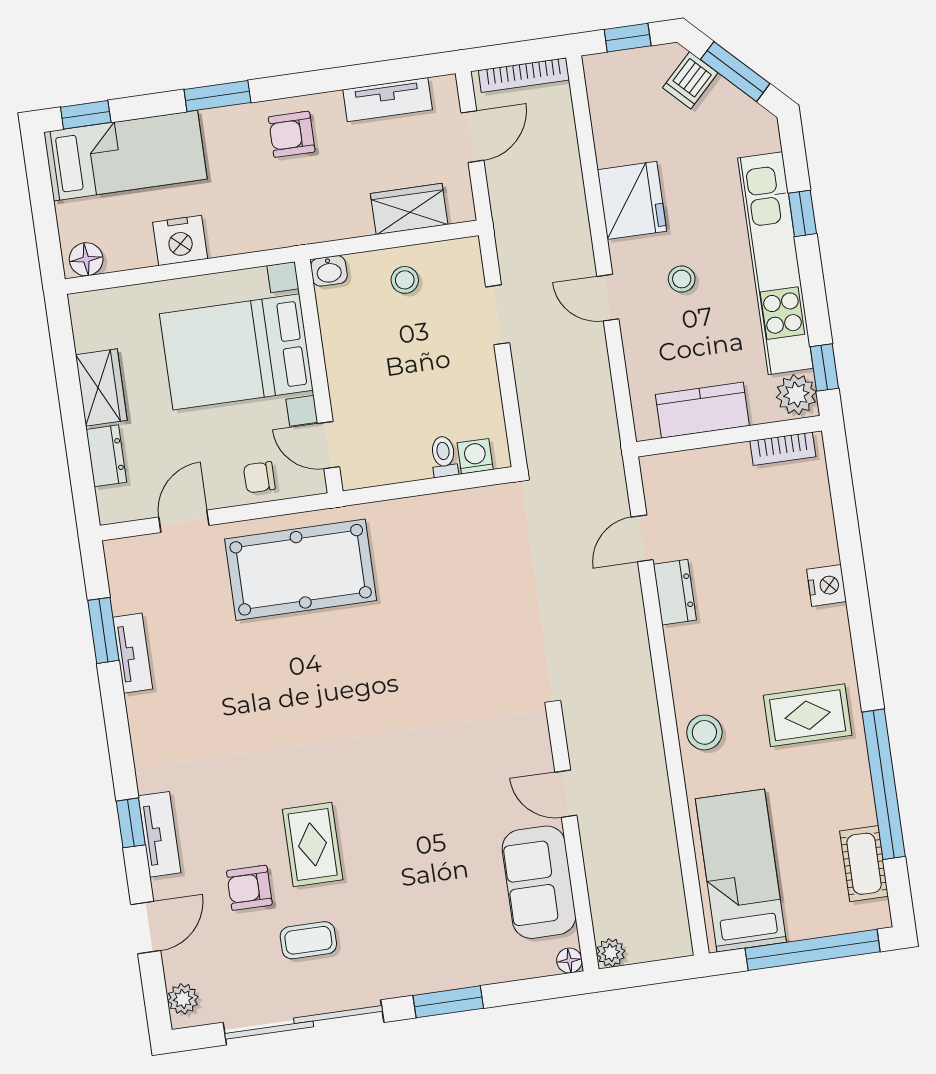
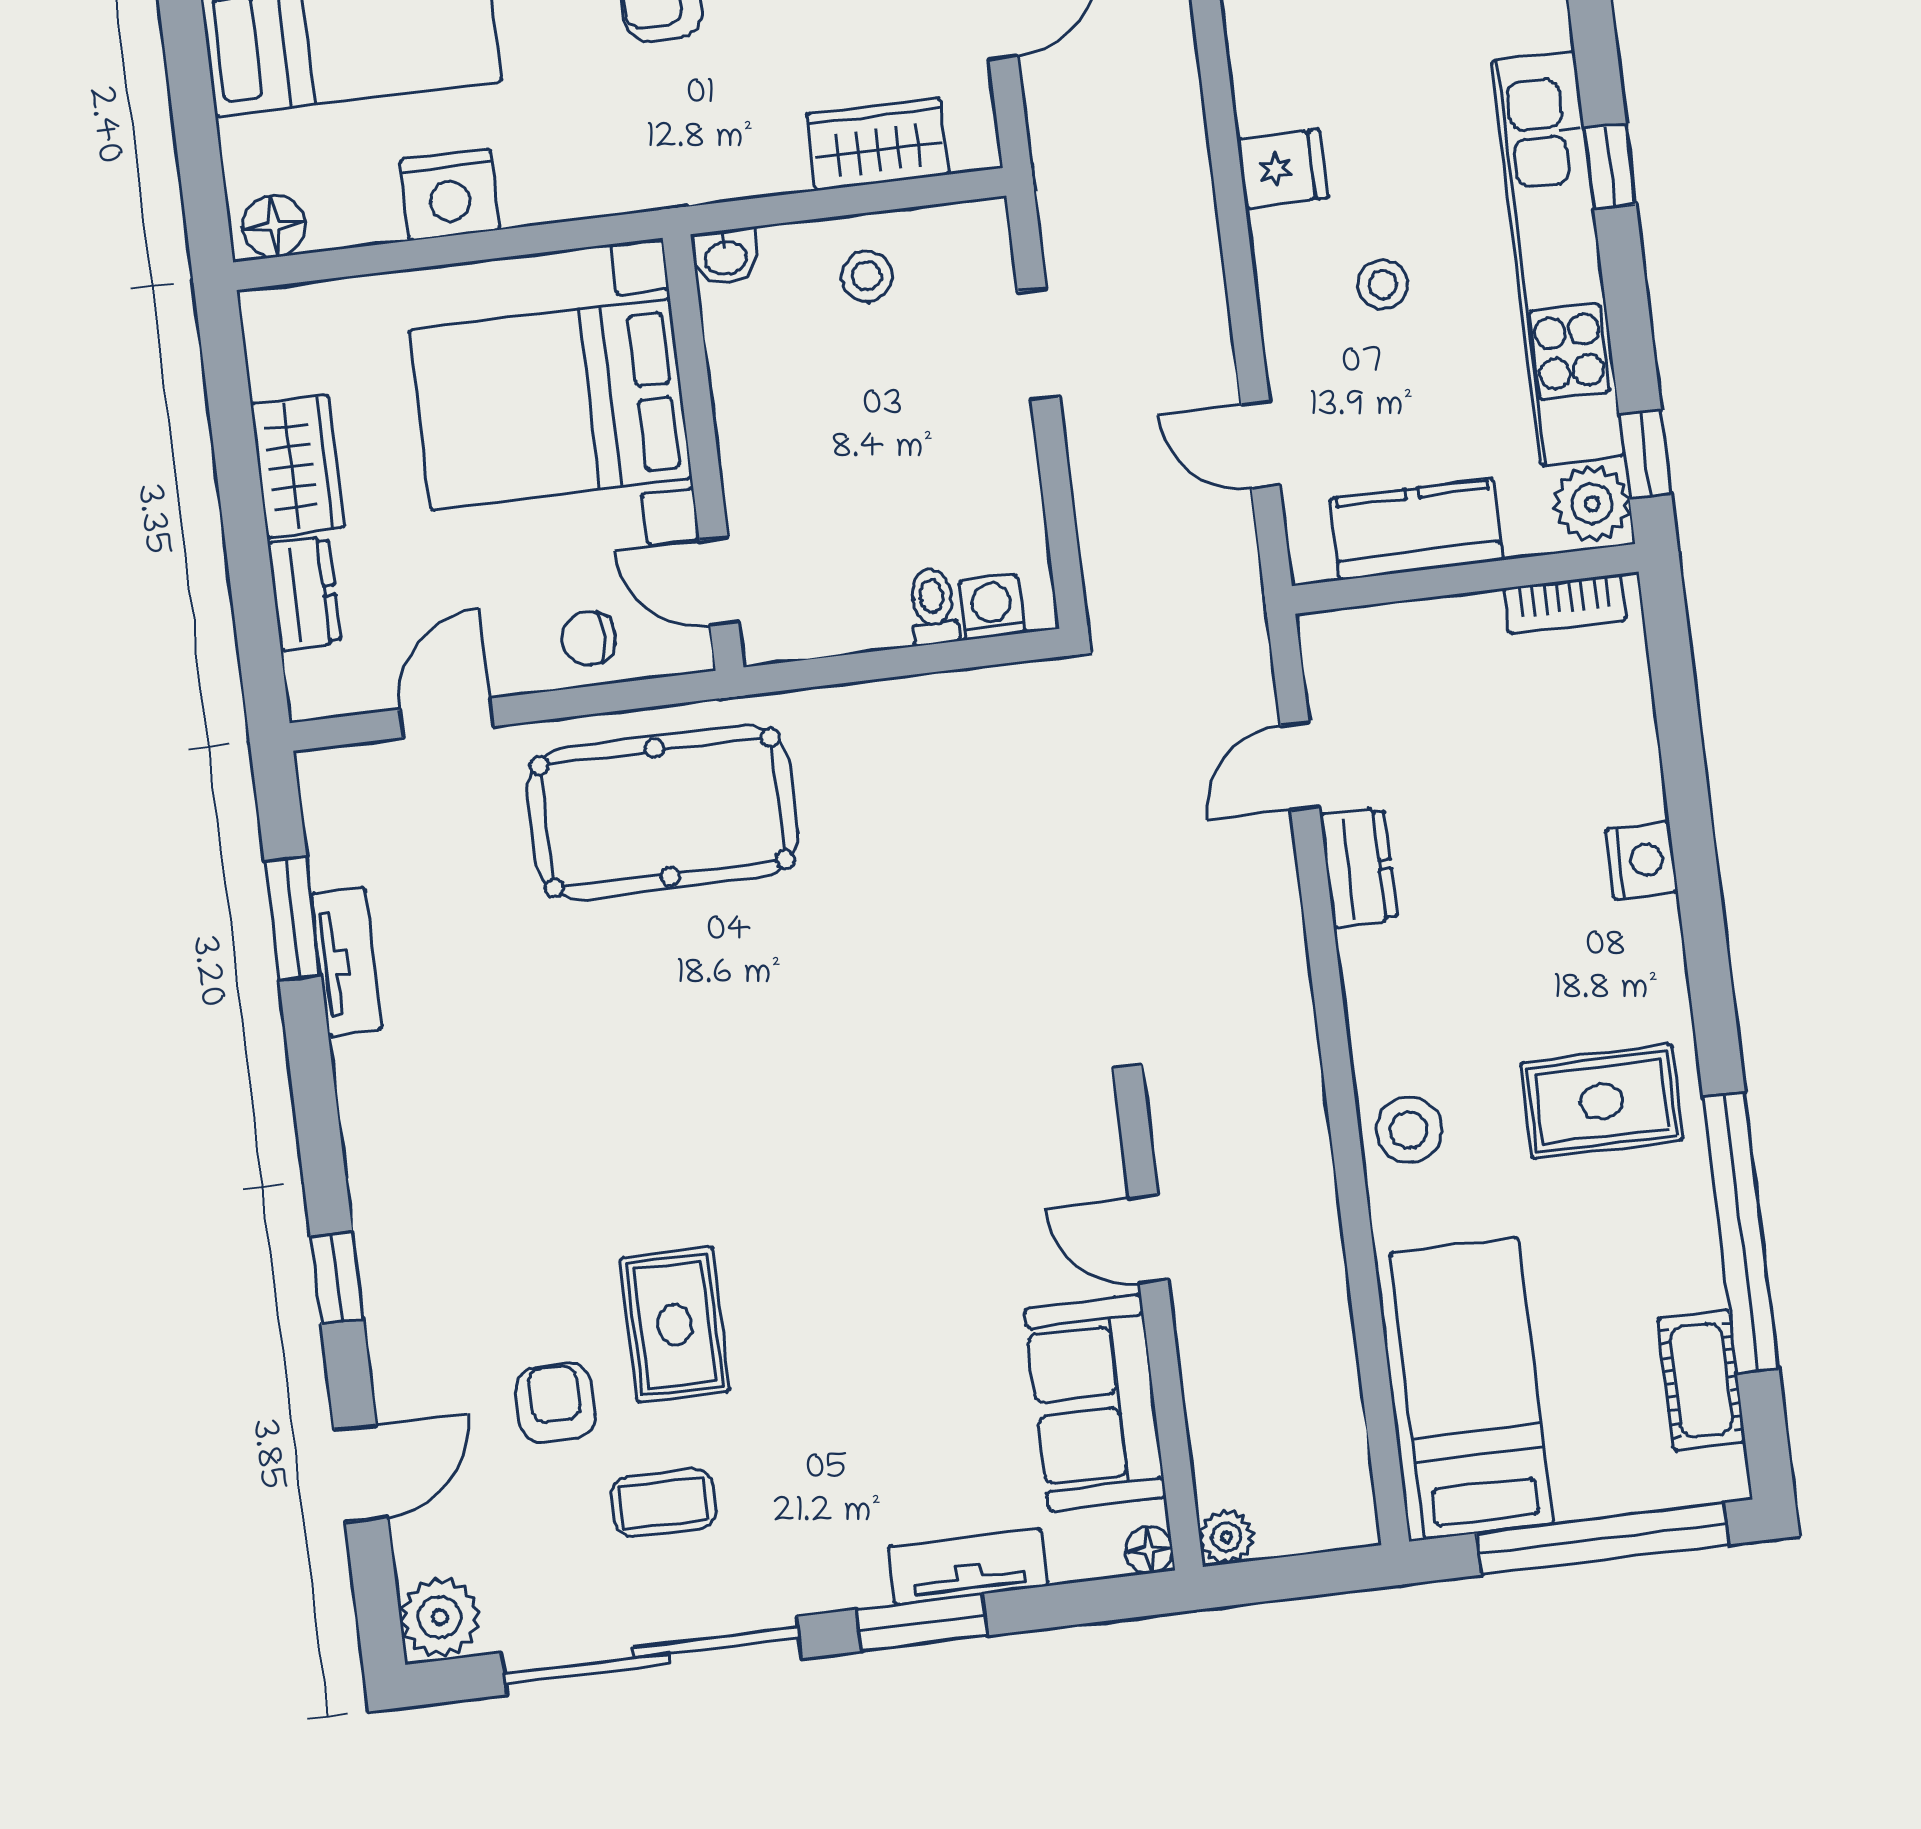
fridge: (632, 200) -> (1282, 169), width x0.53, depth x0.75
door: (608, 298) -> (1260, 445), moved
tv unit: (160, 834) -> (968, 1566), moved, turned -90
armchair: (249, 888) -> (555, 1403), turned 90
plant: (183, 999) -> (440, 1617), width x1.38, depth x1.38

